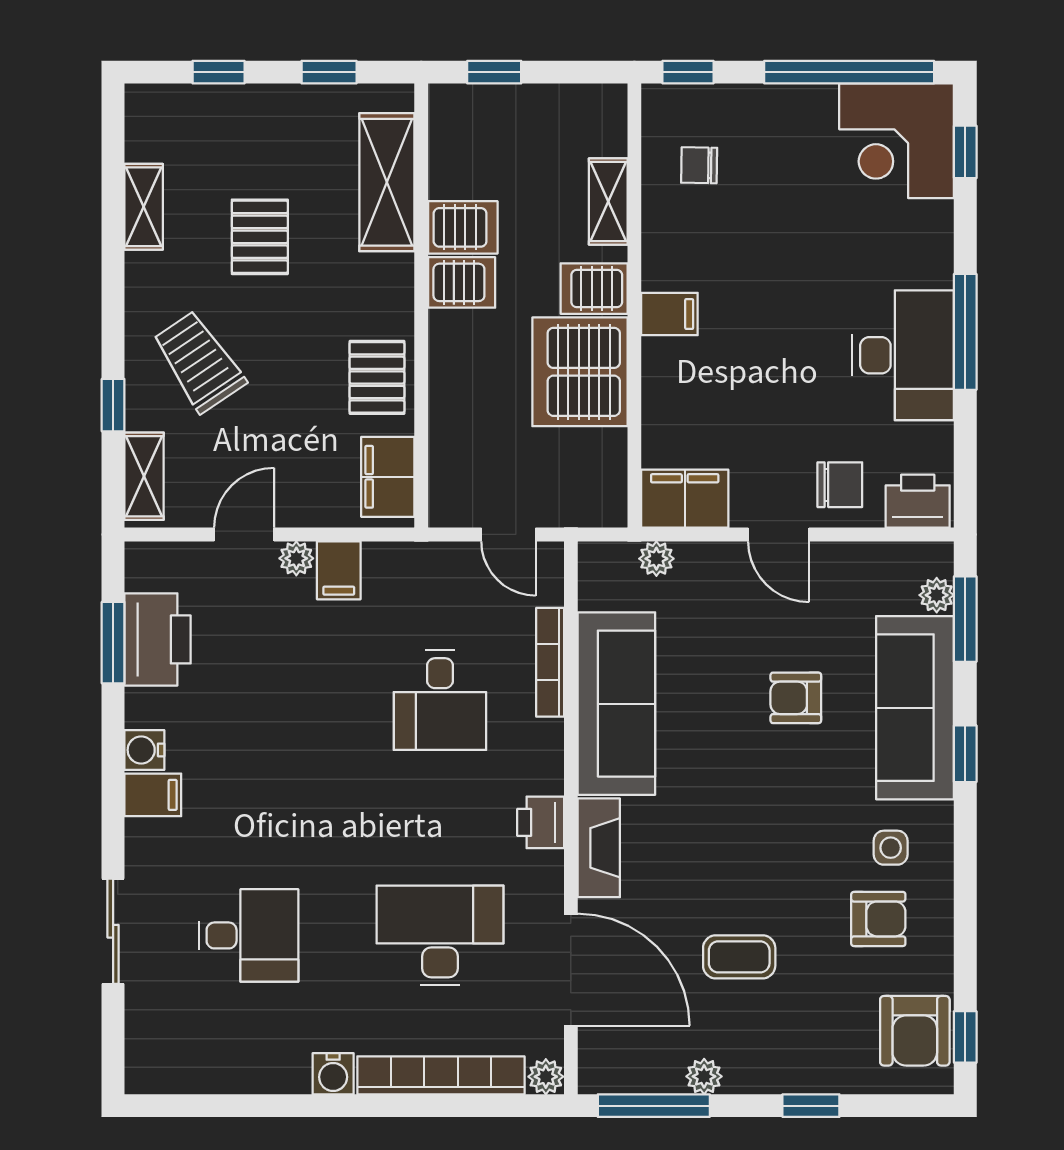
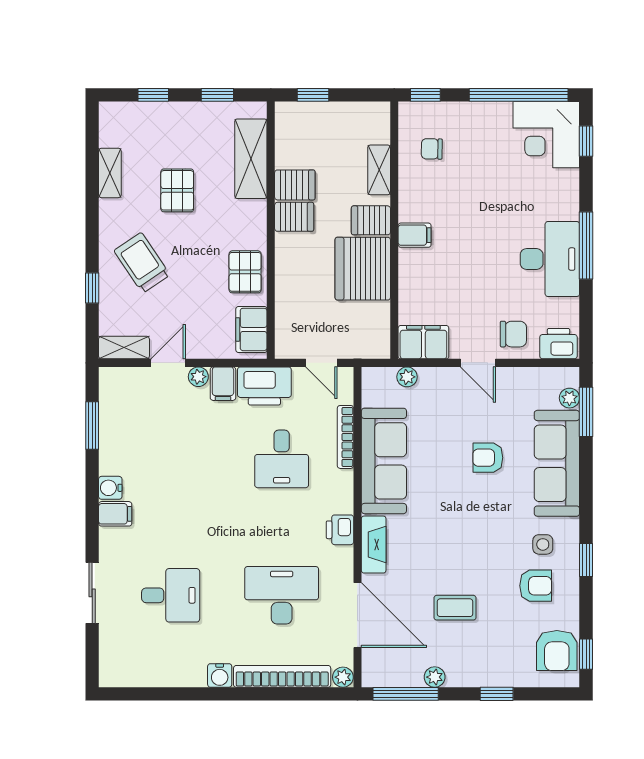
shelving: (144, 476) -> (124, 348), moved, turned 90
printer: (158, 639) -> (264, 386), moved, turned 90
window: (965, 754) -> (586, 560), moved

